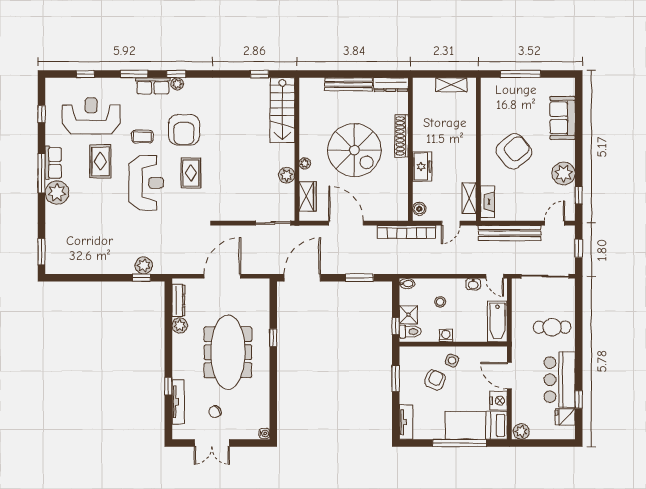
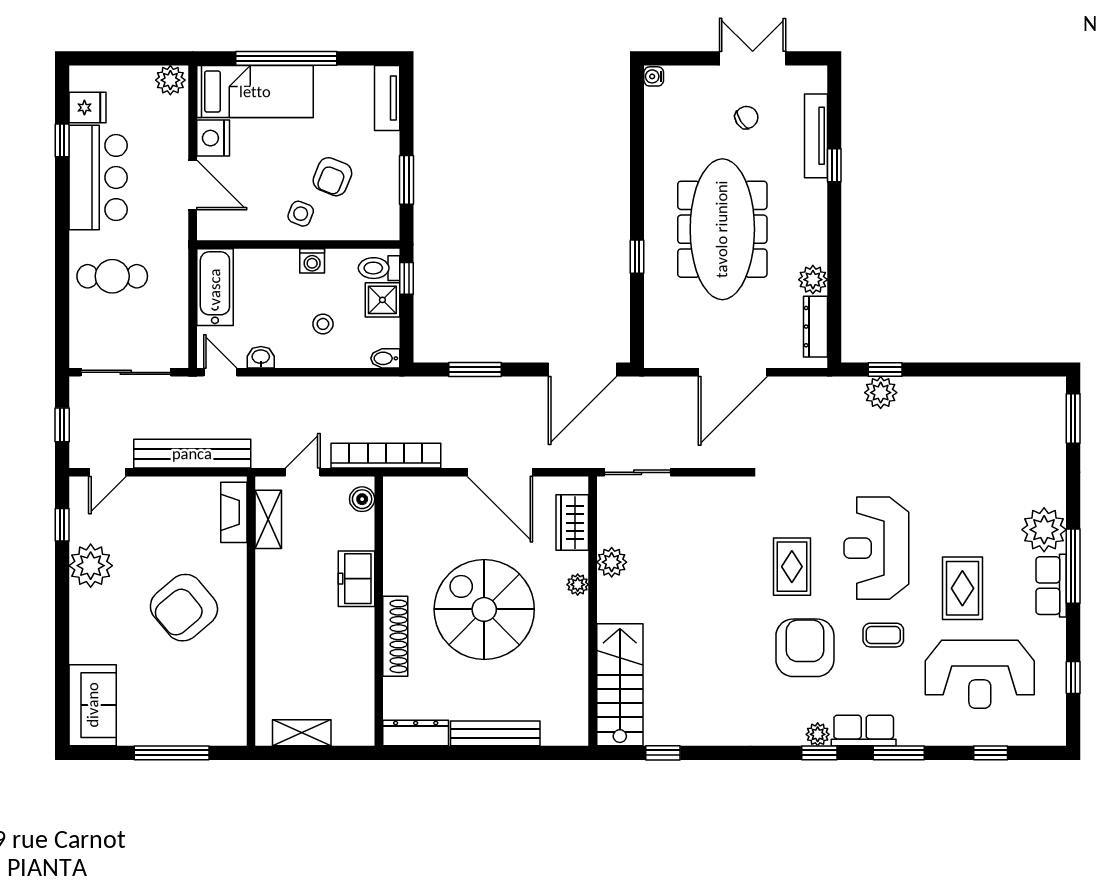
sofa: (563, 118) -> (93, 705), moved

